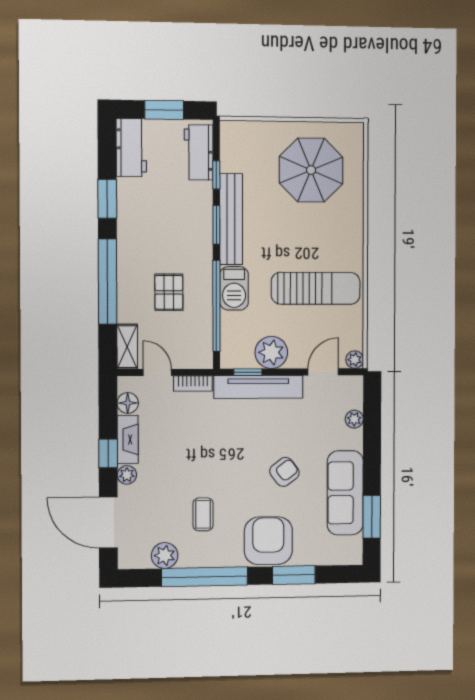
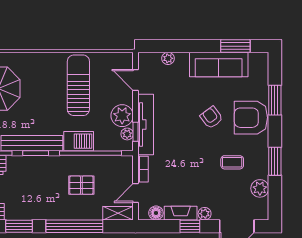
plant: (355, 360) -> (127, 134), moved
armchair: (284, 472) -> (211, 117), moved
window: (205, 577) -> (275, 161), width x0.47

